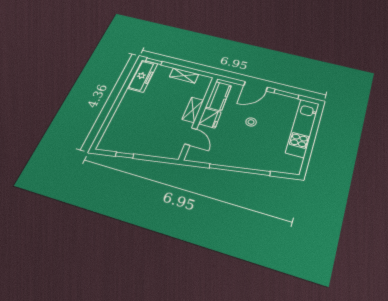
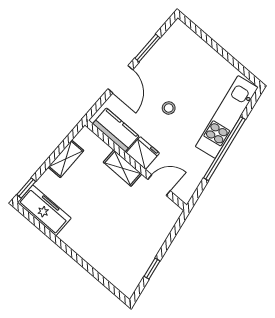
kitchen unit: (303, 128) -> (227, 117), moved, turned 80

